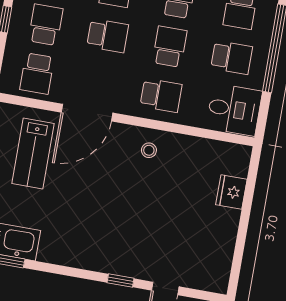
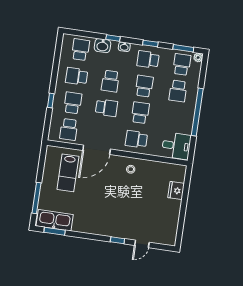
school desk: (232, 58) -> (174, 118), removed
school desk: (161, 95) -> (136, 139), turned 180

